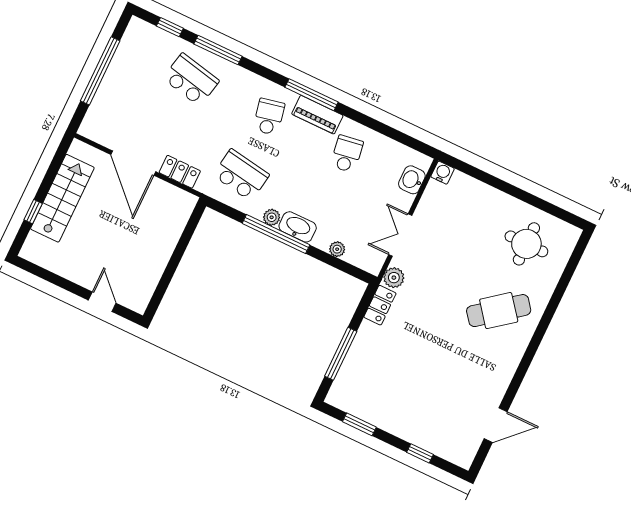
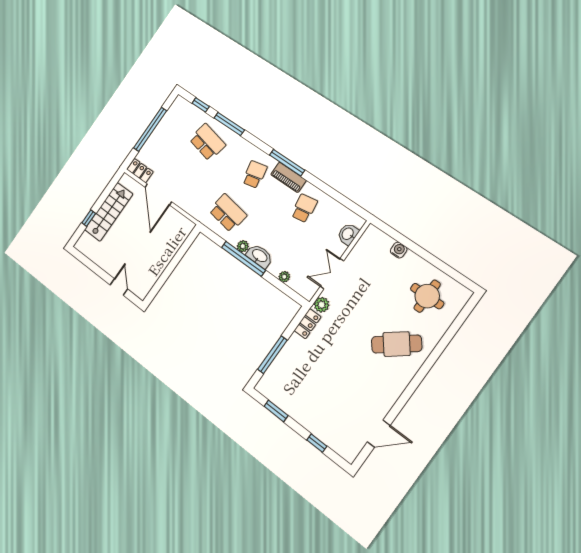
locker: (180, 172) -> (140, 171), moved
water cooler: (443, 173) -> (399, 250), moved

